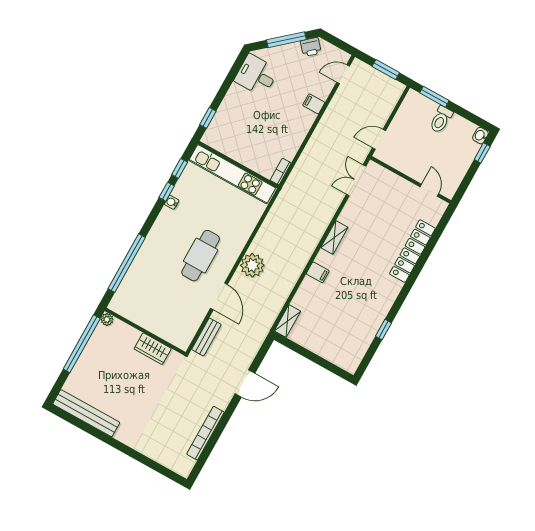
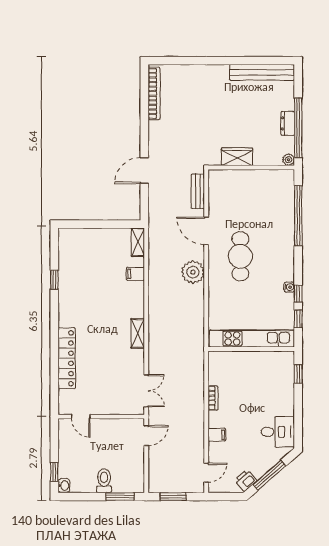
bookcase: (281, 172) -> (213, 398), moved
filing cabinet: (318, 272) -> (135, 274), moved
dresser: (89, 353) -> (288, 123), added
bookcase: (205, 433) -> (154, 93), moved

